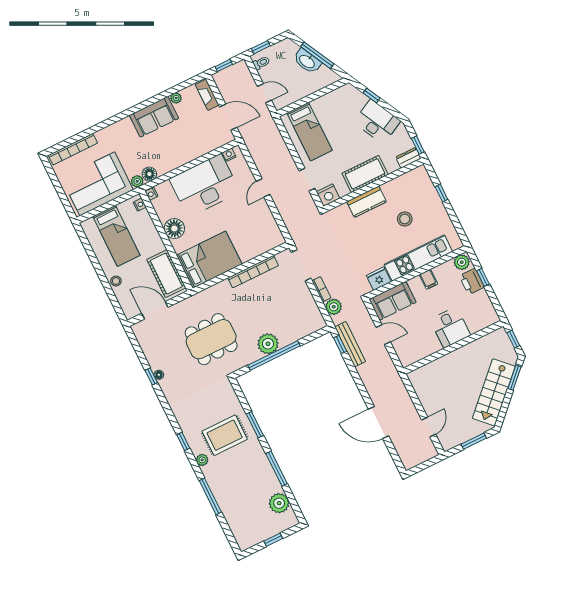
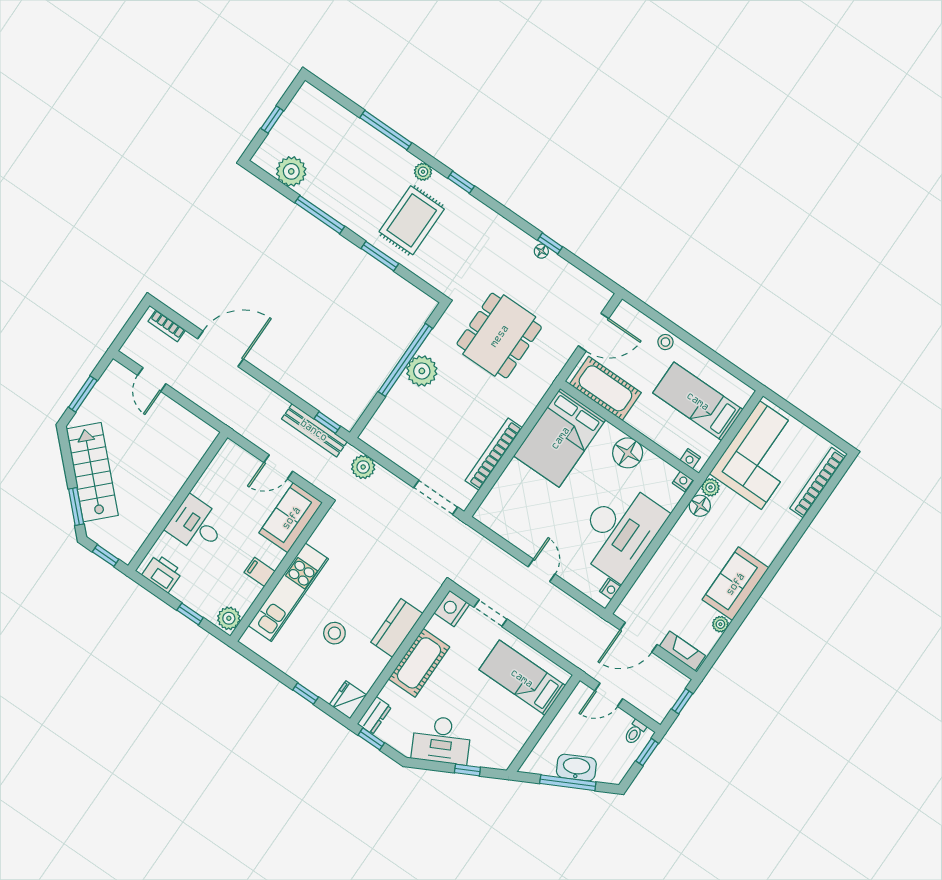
fridge: (379, 279) -> (348, 700), moved, turned 180
printer: (472, 281) -> (162, 573), moved
bookcase: (321, 289) -> (167, 326), moved

